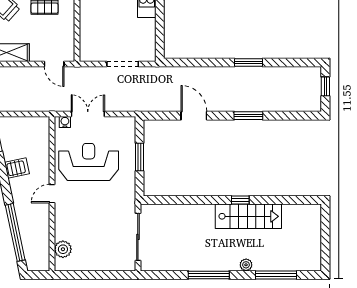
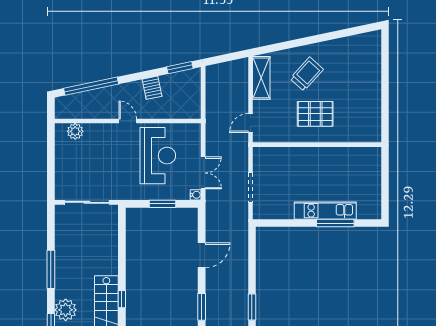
double door: (88, 114) -> (203, 173), moved
water cooler: (65, 122) -> (196, 195), moved
plant: (246, 265) -> (66, 310), width x1.87, depth x1.87

